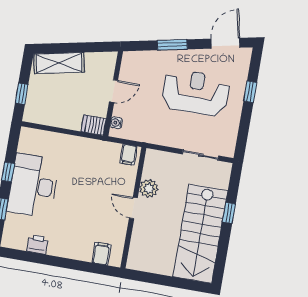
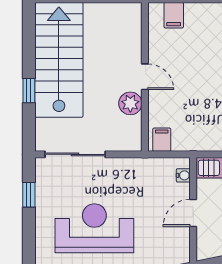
reception desk: (196, 92) -> (94, 228), turned 180
window: (250, 92) -> (29, 195), moved
sliding door: (201, 155) -> (75, 154), width x1.37

